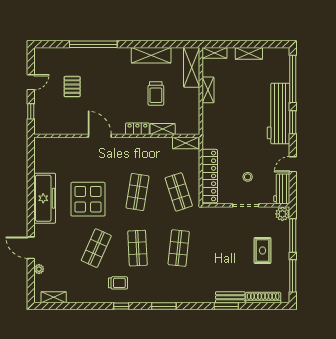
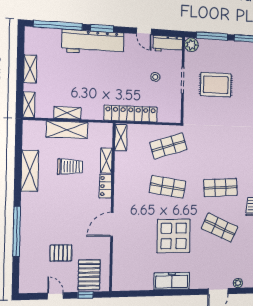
shelving: (192, 67) -> (67, 130), moved
pallet: (50, 115) -> (89, 275), added
locker: (210, 176) -> (131, 114), moved
freezer: (45, 198) -> (172, 281), width x0.73, depth x0.79
shop shelf: (179, 248) -> (221, 147), removed
rug: (262, 251) -> (216, 85), moved, width x1.36, depth x1.43

